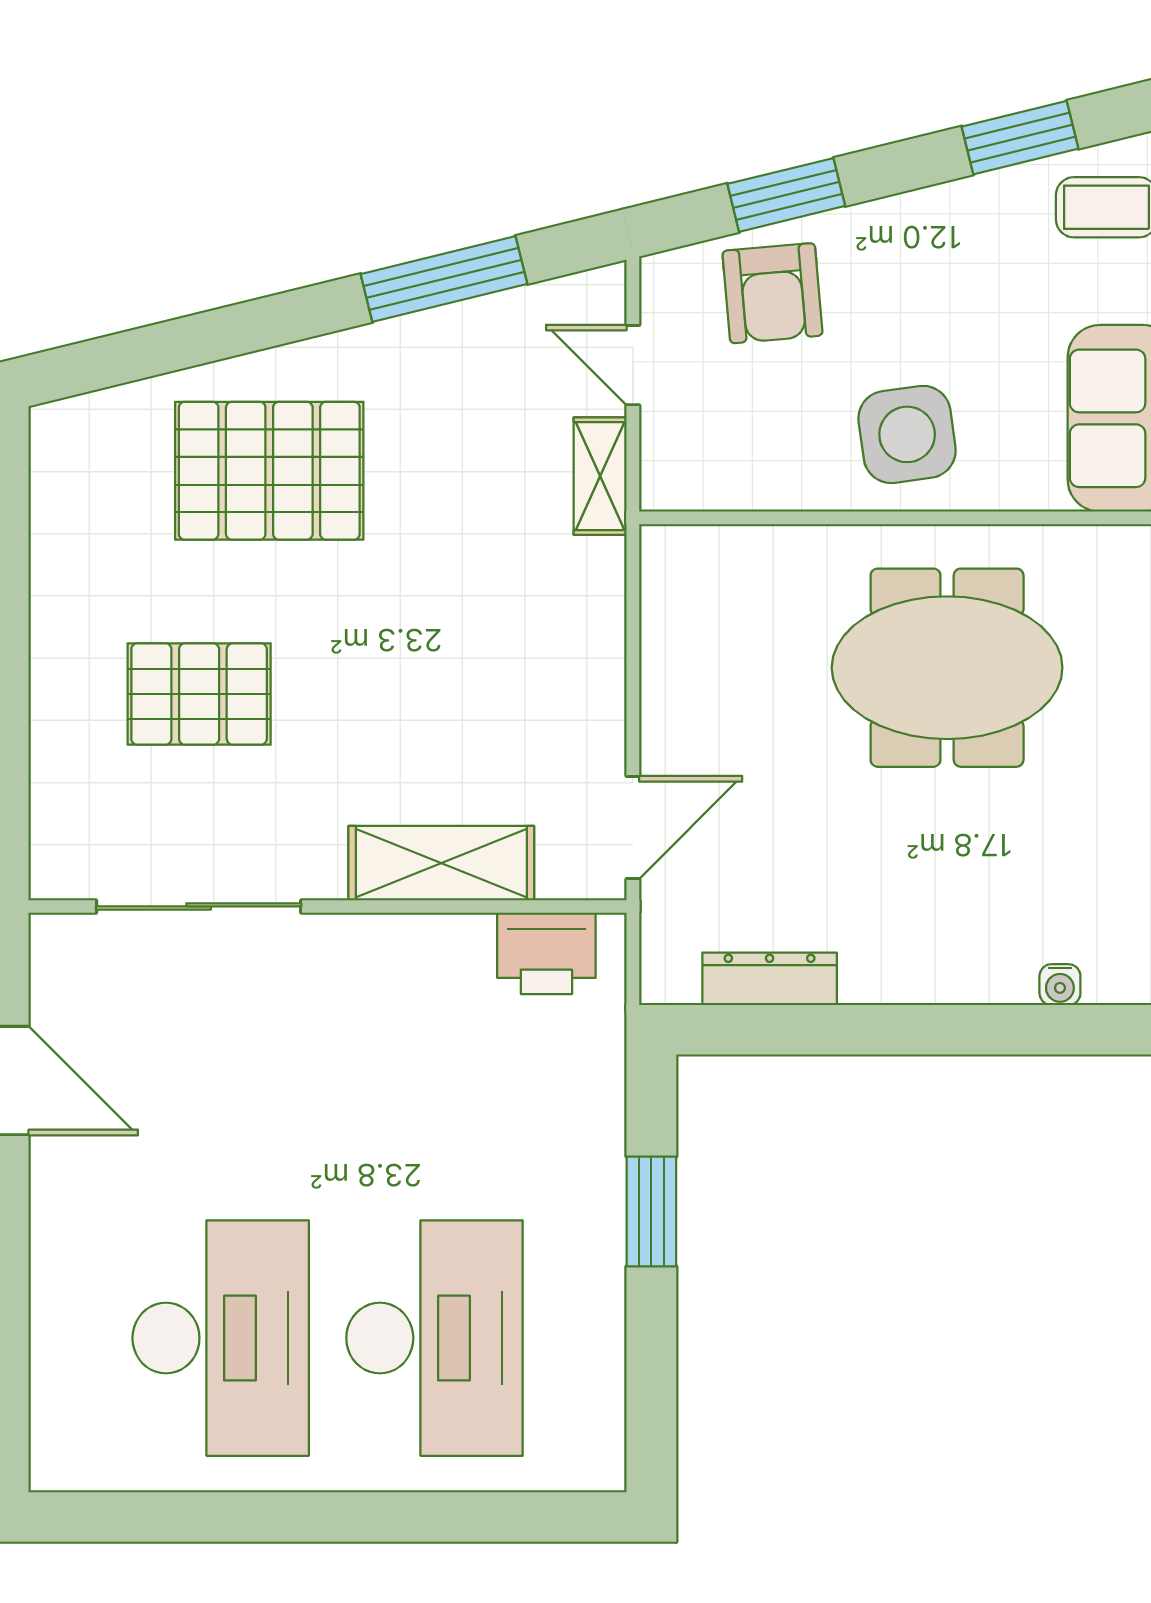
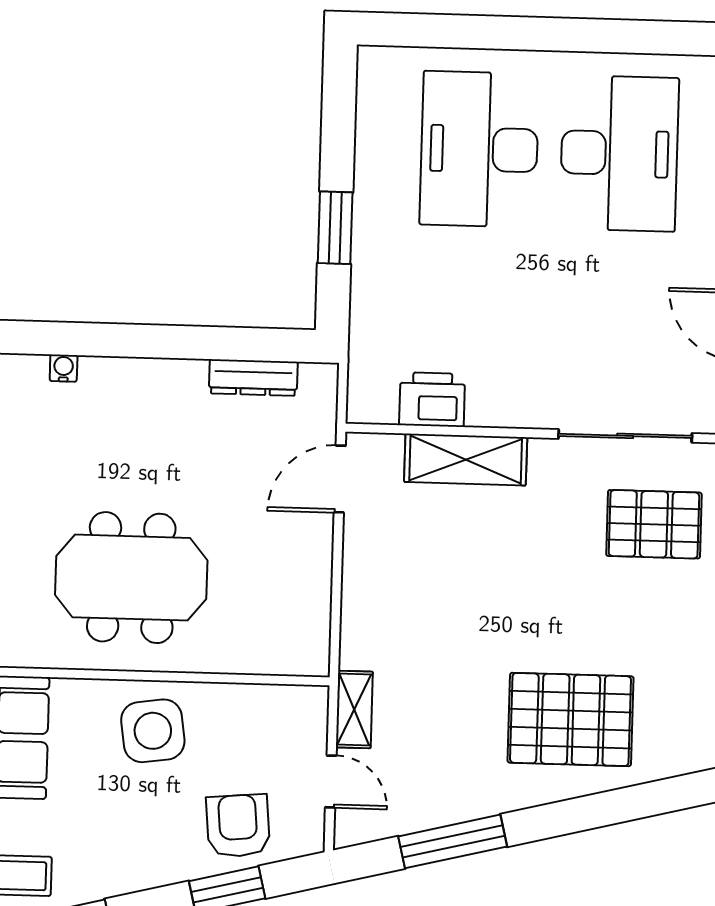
pallet: (199, 694) -> (654, 524), moved
printer: (546, 953) -> (432, 400), moved
desk: (221, 1338) -> (619, 153), turned 180

